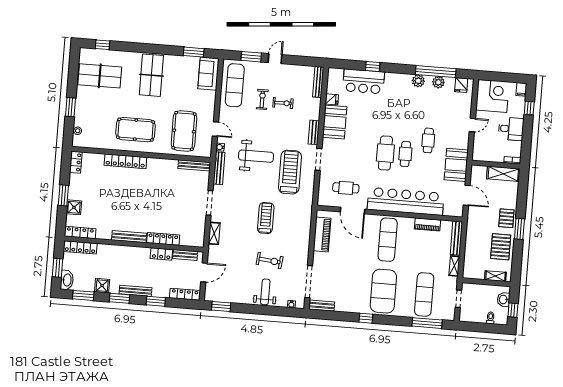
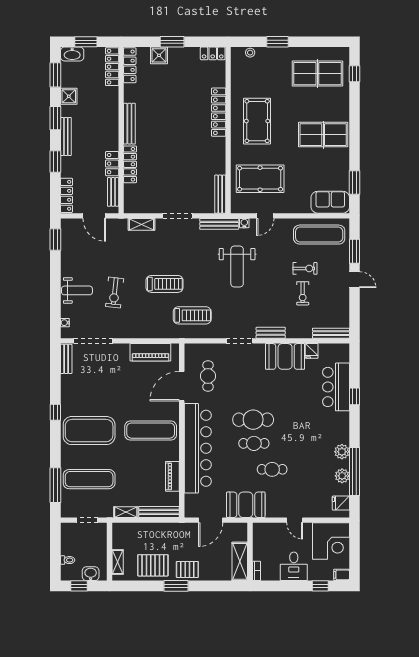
table tennis table: (100, 76) -> (317, 74), turned 90
treadmill: (290, 172) -> (192, 315), moved, width x0.73, depth x0.73

